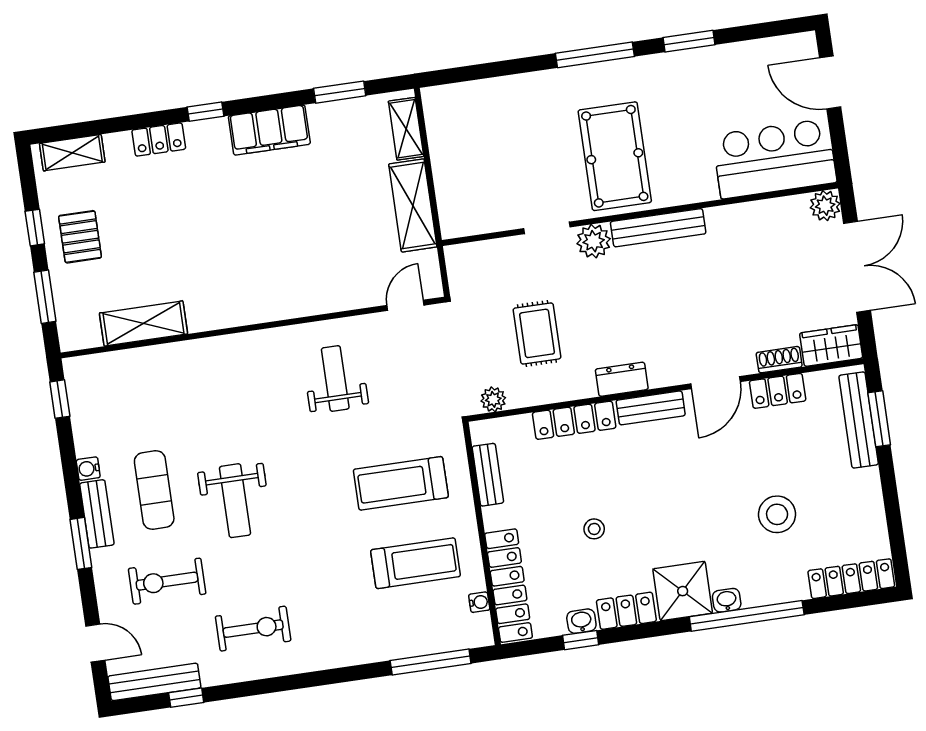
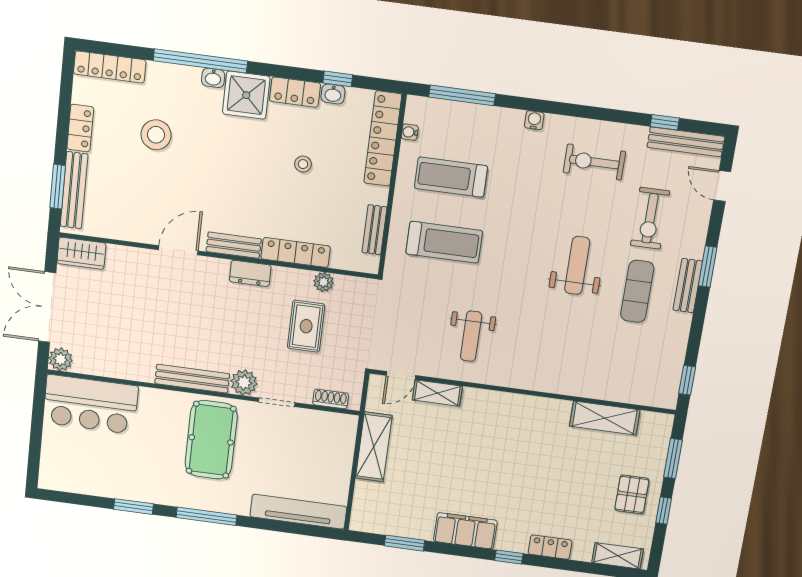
door: (830, 82) -> (35, 448), removed
tv unit: (482, 95) -> (298, 512), added
shelving: (406, 129) -> (437, 393), moved, turned 90
shoe rack: (779, 360) -> (331, 399), moved, turned 180
locker: (778, 391) -> (80, 128), moved, turned 90
plant: (493, 399) -> (324, 282), moved
water cooler: (88, 469) -> (534, 120), moved, turned -90
exercise bike: (167, 581) -> (650, 218), turned 90

